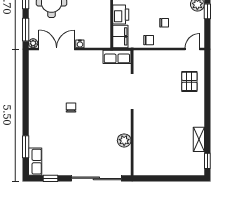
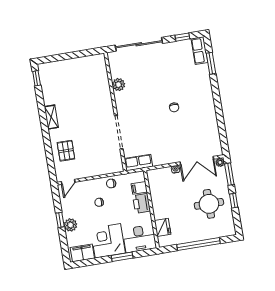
filing cabinet: (120, 36) -> (139, 188), width x0.50
shelving: (199, 139) -> (51, 117), moved

